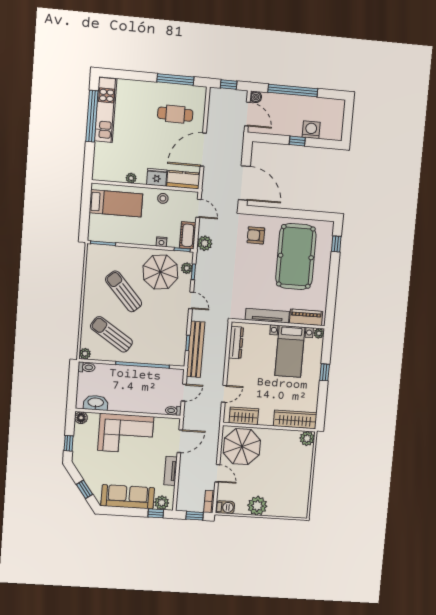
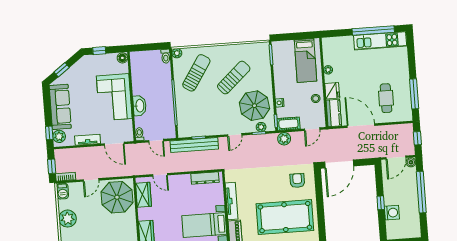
washbasin: (96, 403) -> (140, 106), moved

